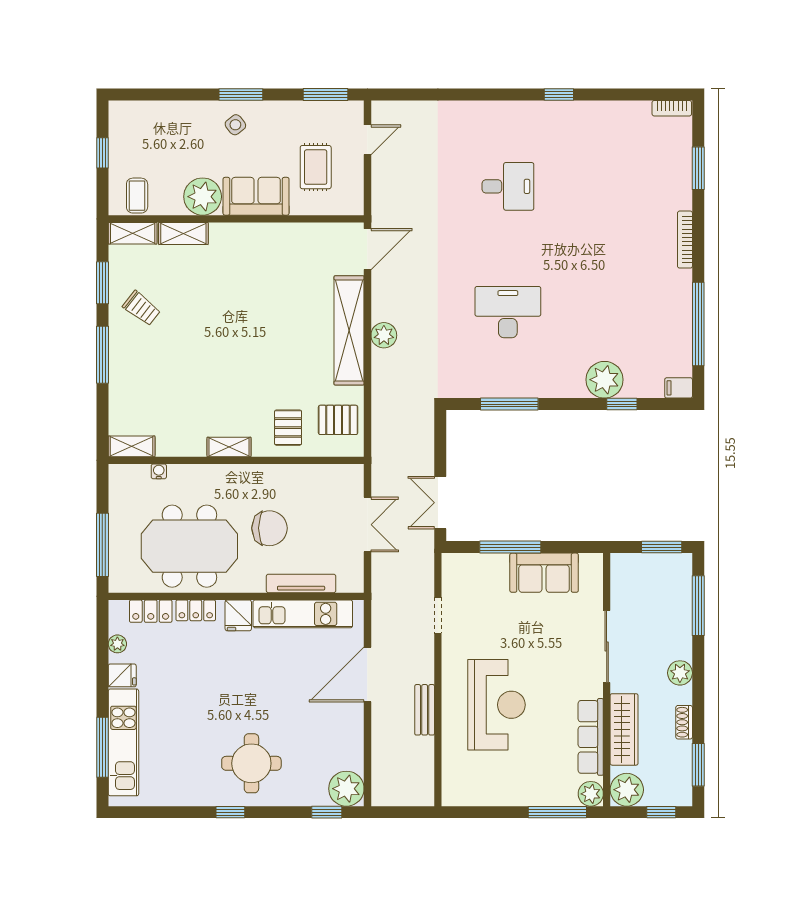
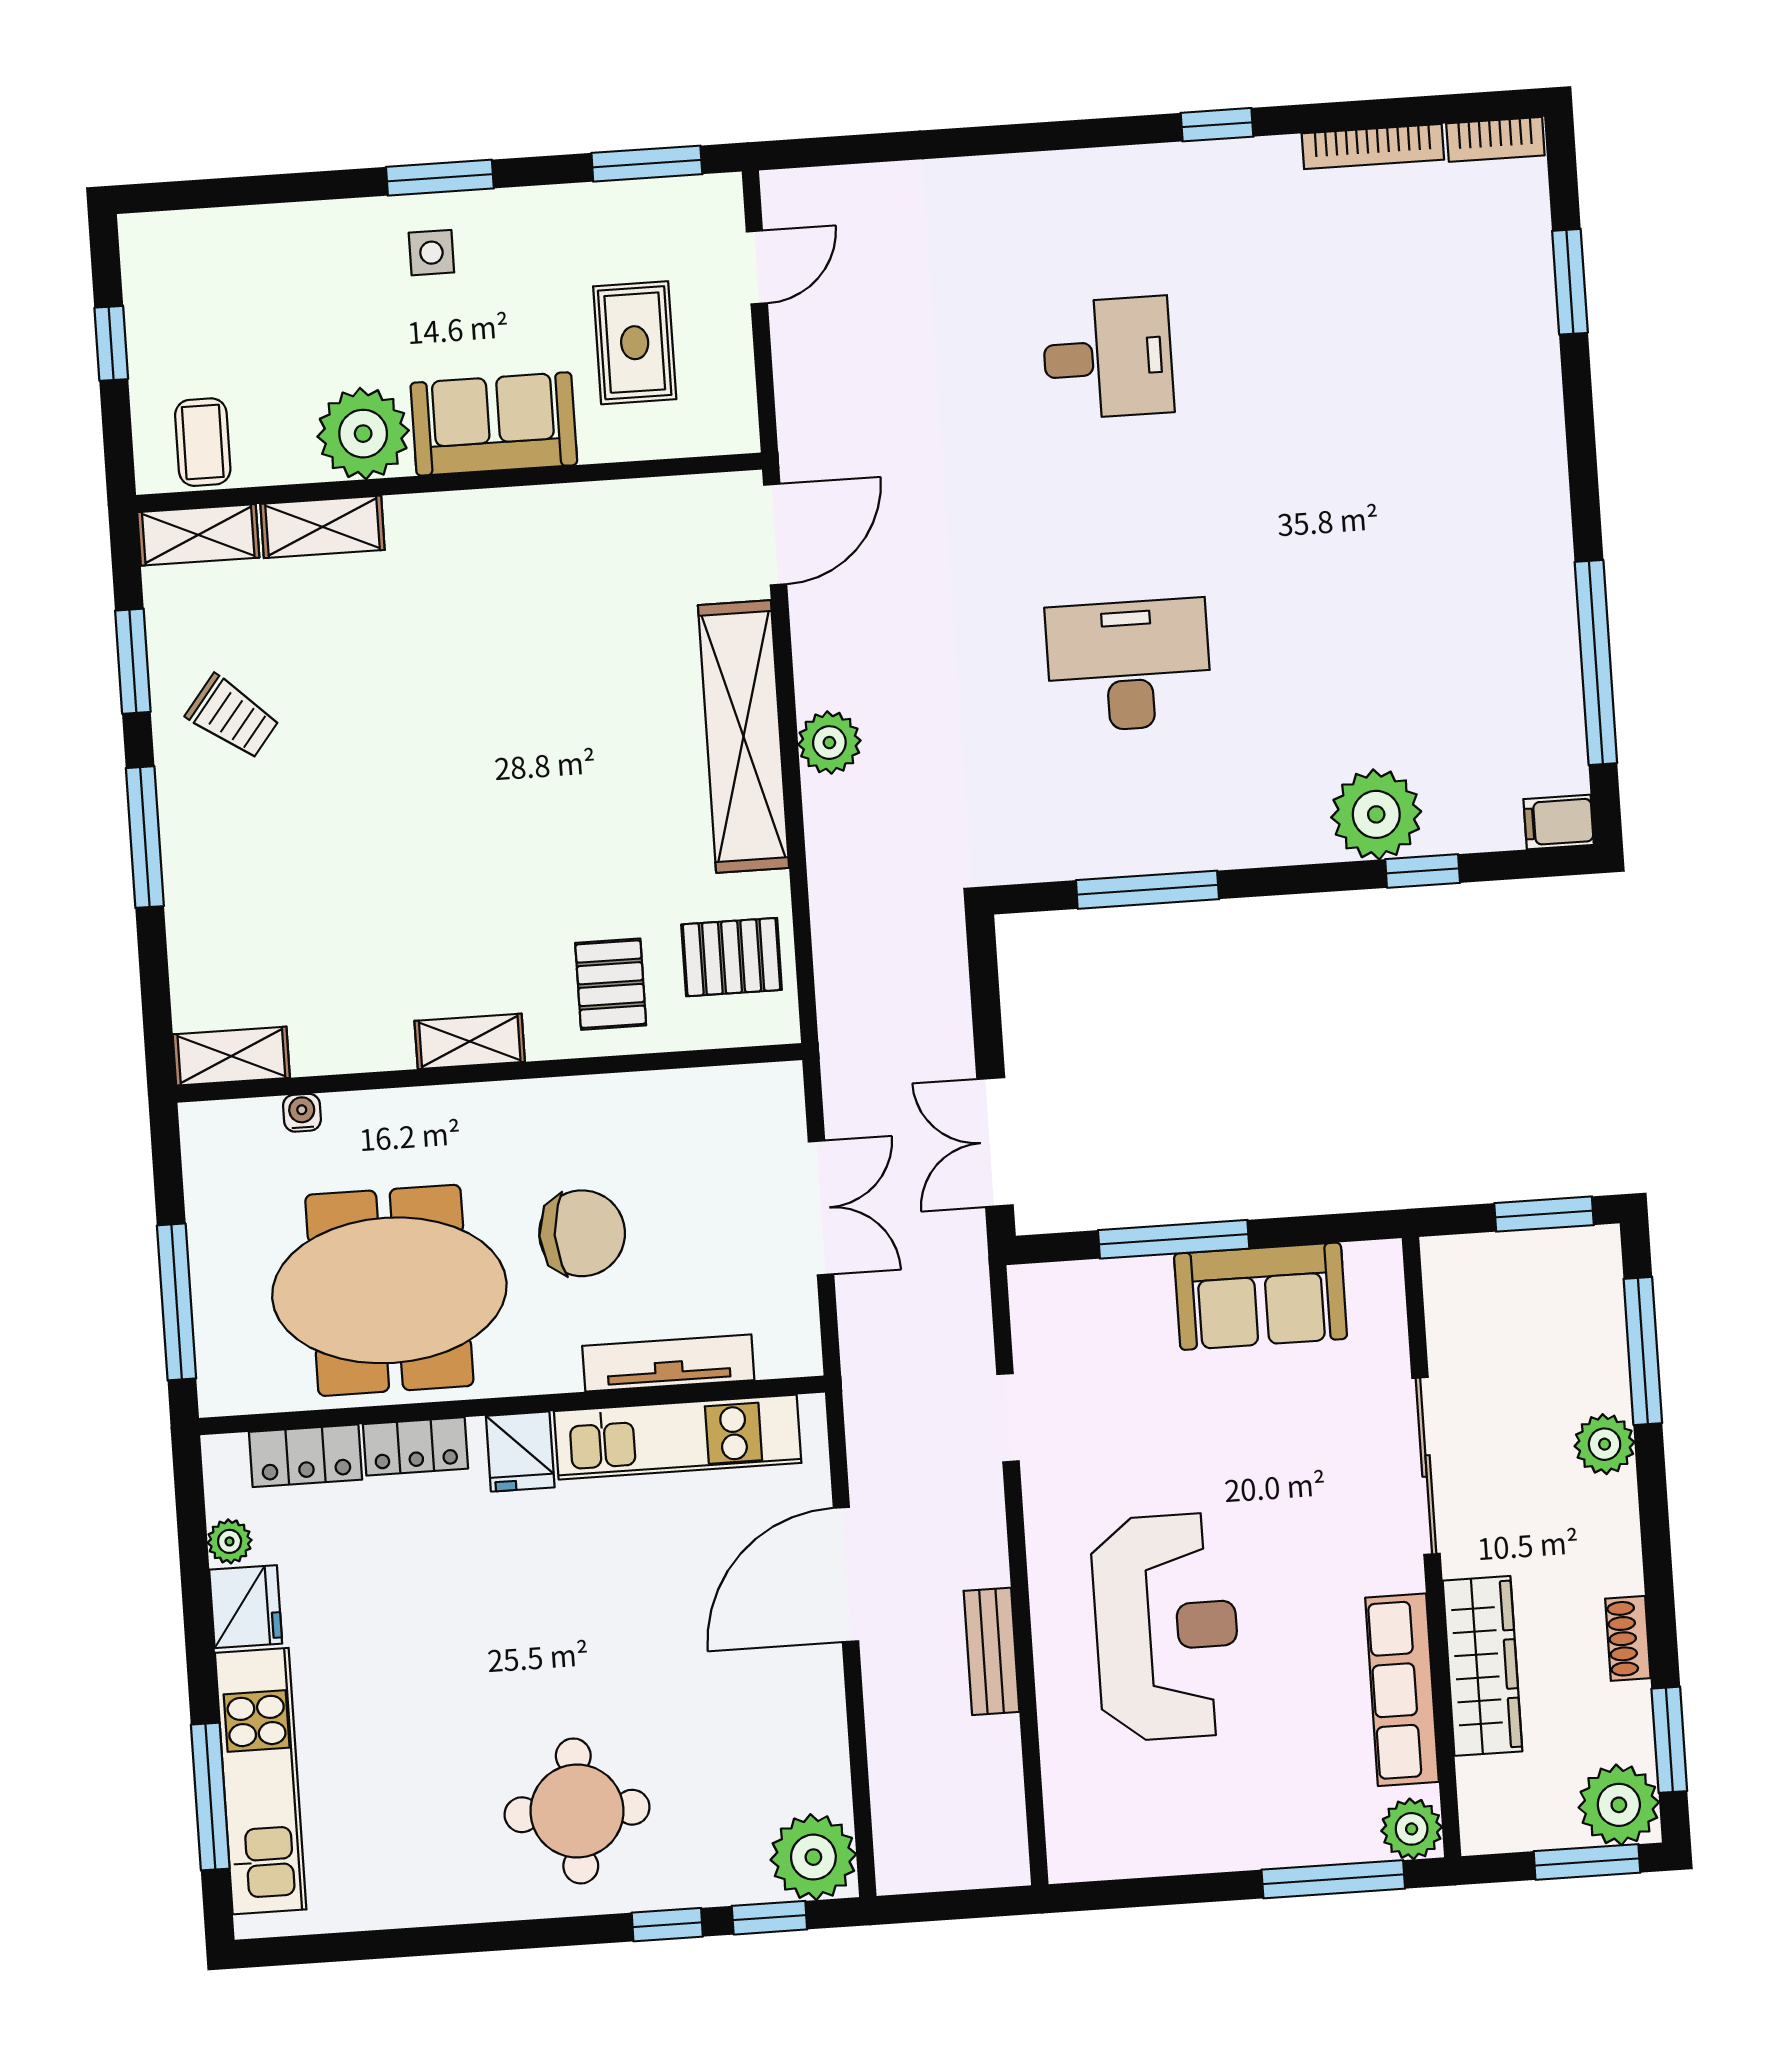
side table: (235, 125) -> (431, 253), turned 38
bookcase: (685, 240) -> (1373, 146), moved, turned -90
plant: (680, 673) -> (1605, 1444), moved
fridge: (122, 675) -> (246, 1607), width x1.38
plant: (627, 790) -> (1619, 1805), moved
window: (230, 812) -> (667, 1925), moved
window: (661, 812) -> (1587, 1862), width x1.50

